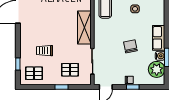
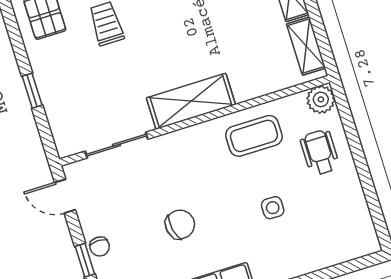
pallet: (70, 70) -> (80, 98), removed

